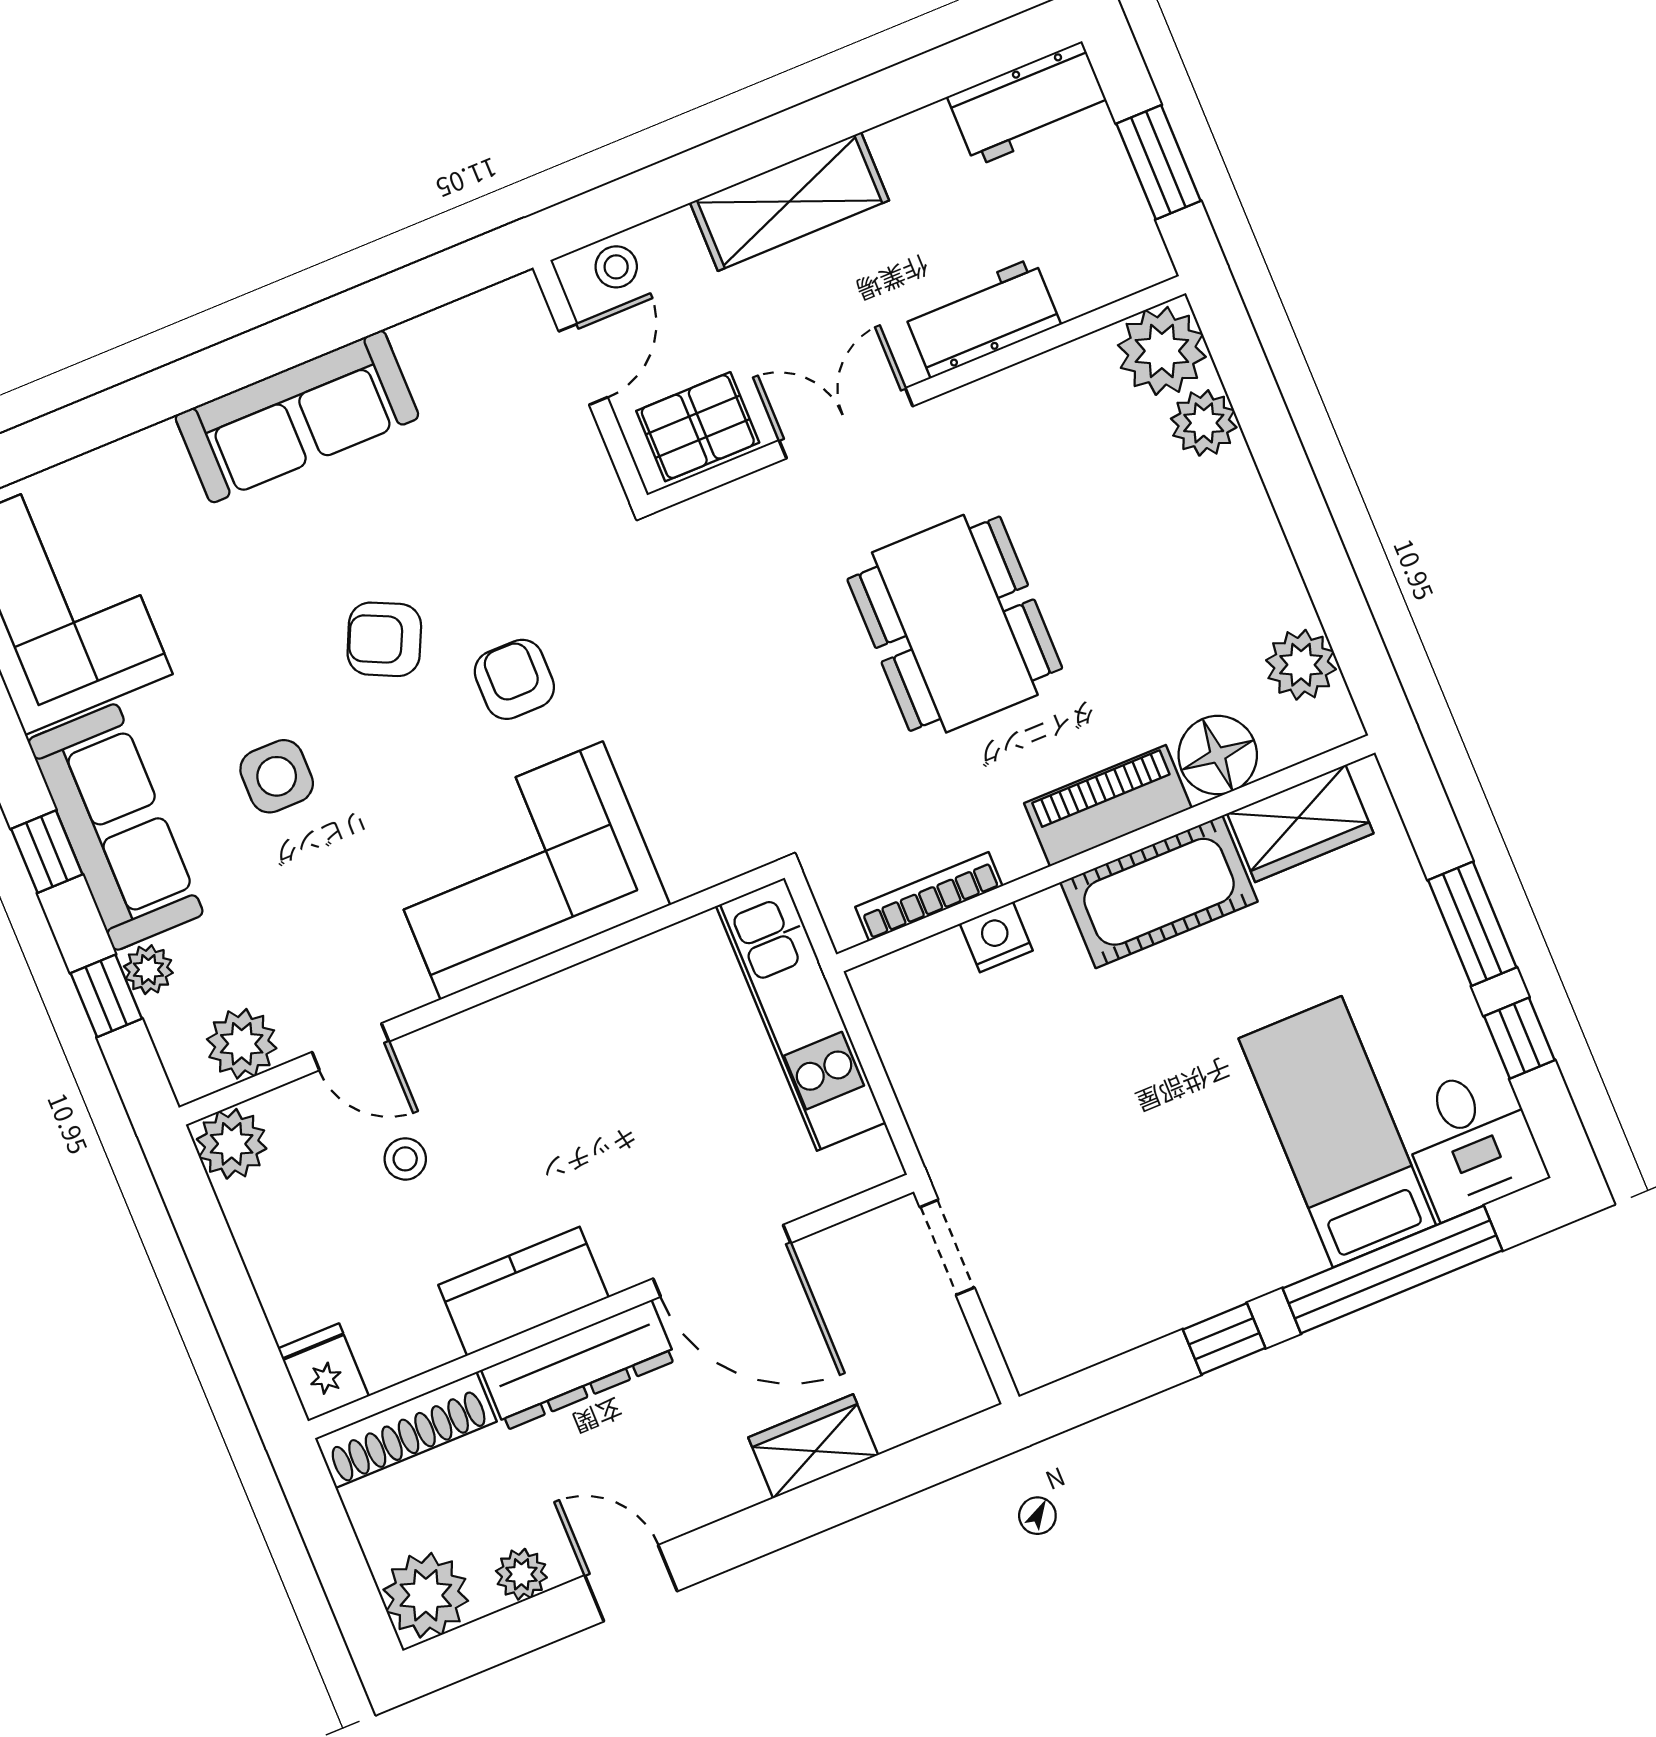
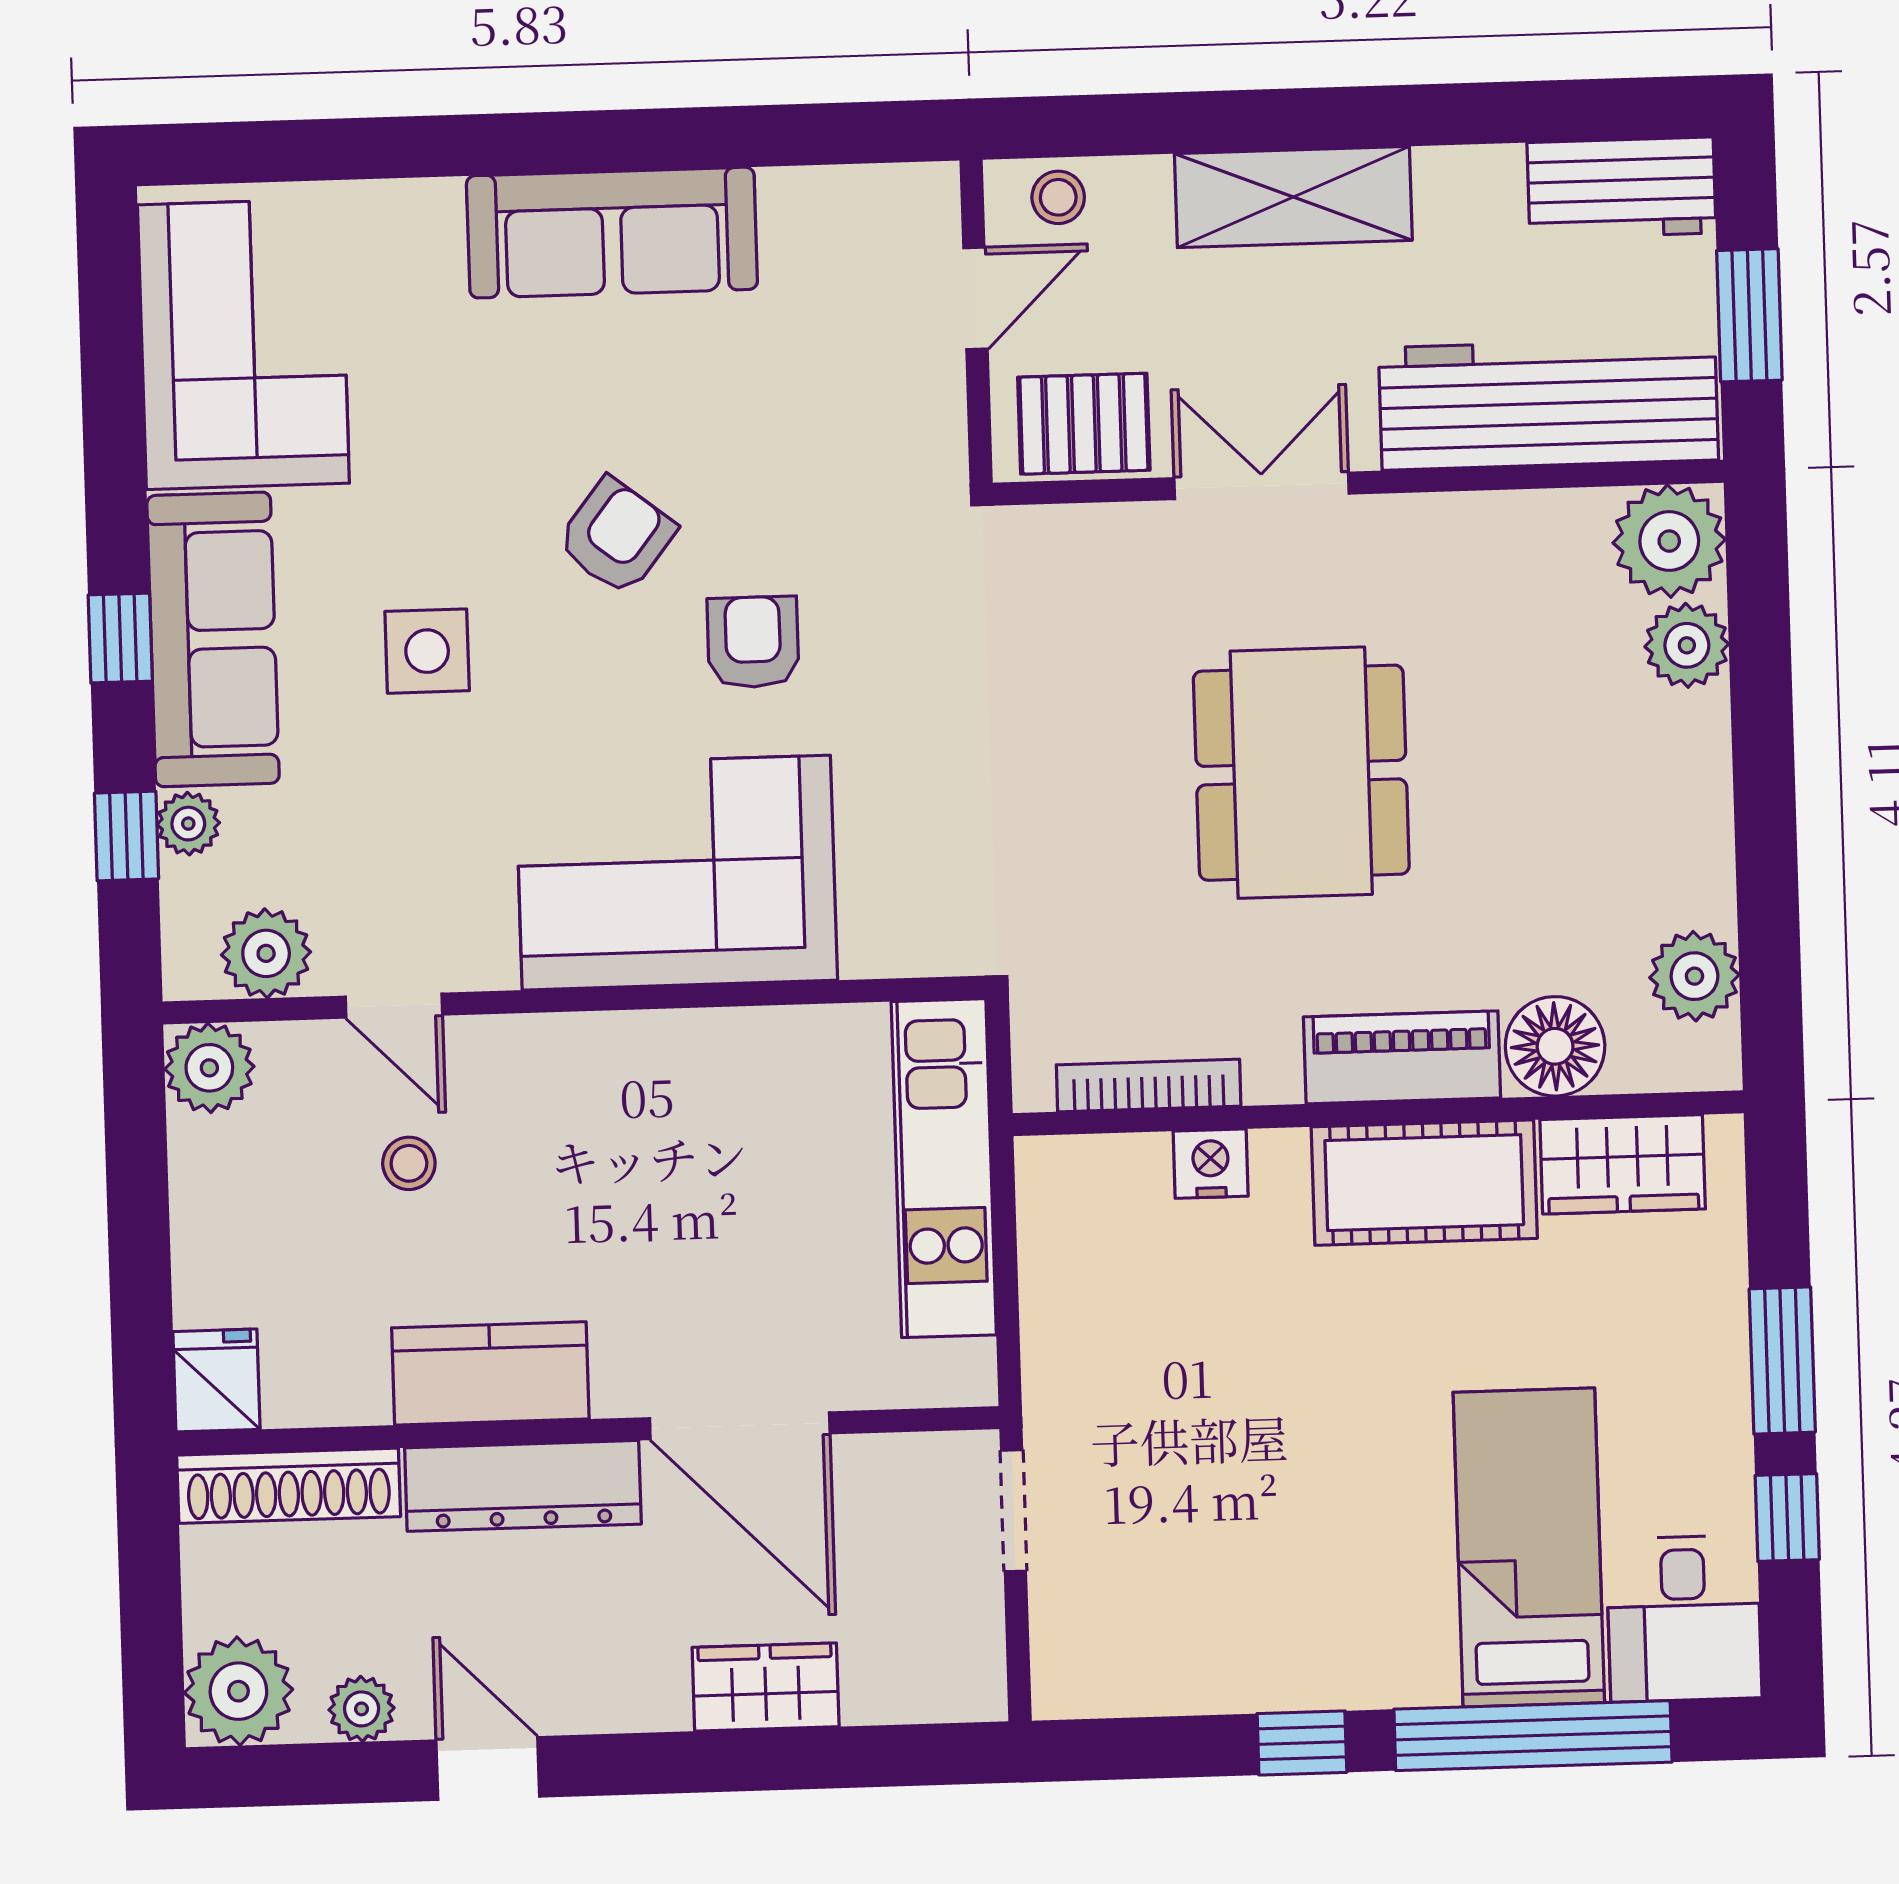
workbench: (982, 318) -> (1549, 404), width x1.88, depth x1.32
armchair: (384, 639) -> (616, 536), turned 103

